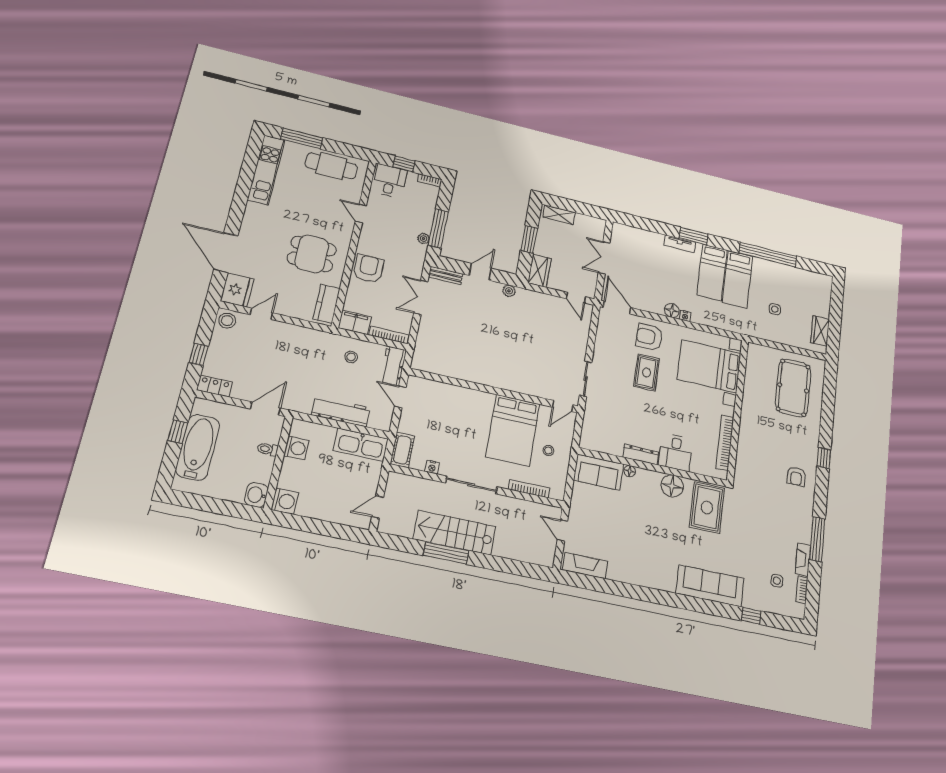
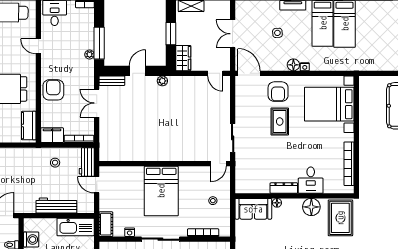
side table: (775, 309) -> (277, 33), moved
armchair: (649, 337) -> (278, 92), turned -90
bed: (513, 430) -> (161, 191), moved

